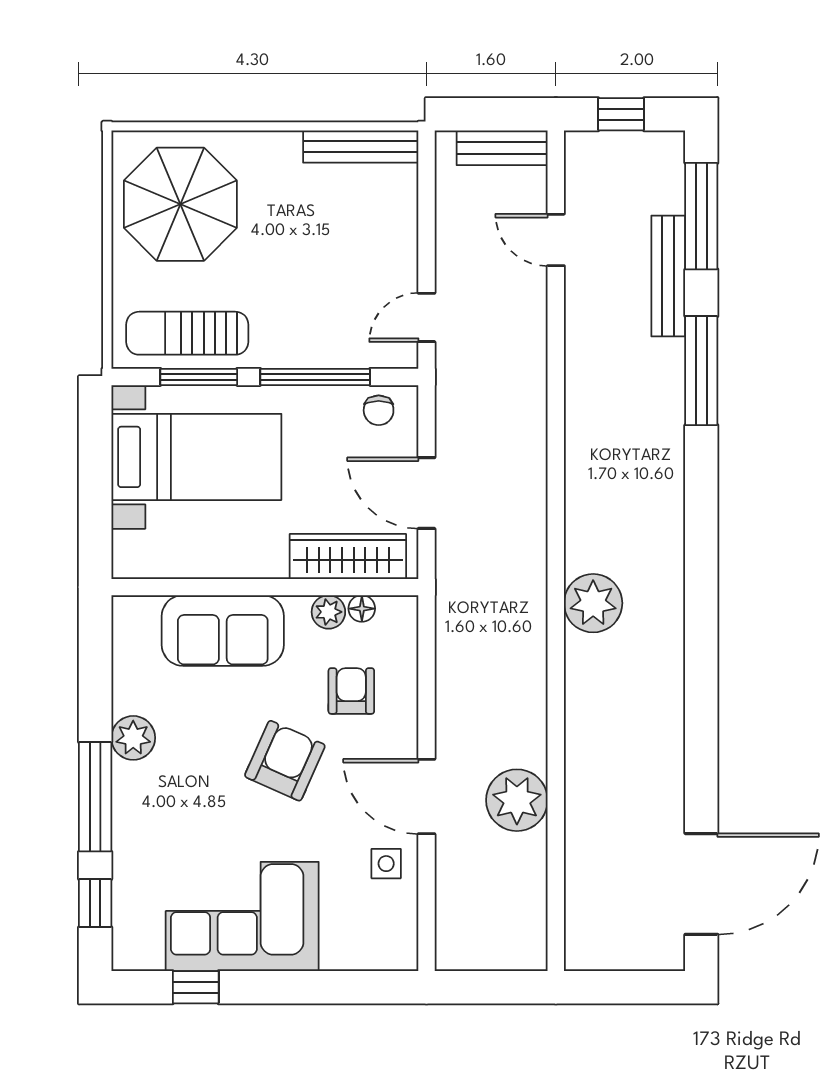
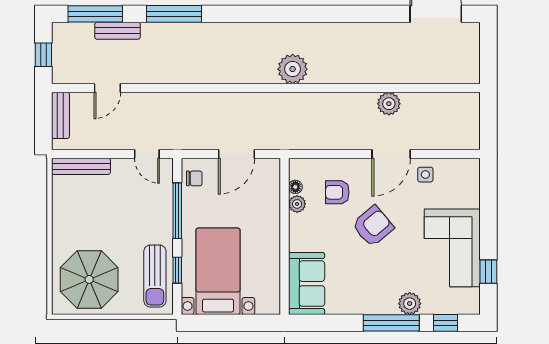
bench: (361, 147) -> (81, 166), moved, turned 90
bench: (668, 276) -> (118, 31), width x0.73
window: (199, 377) -> (177, 270), width x0.67
wardrobe: (348, 556) -> (269, 194), removed
sofa: (223, 630) -> (307, 284), moved
plant: (133, 738) -> (410, 304), moved
armchair: (285, 761) -> (373, 226), turned 116
plant: (517, 800) -> (389, 104), width x0.73, depth x0.73

